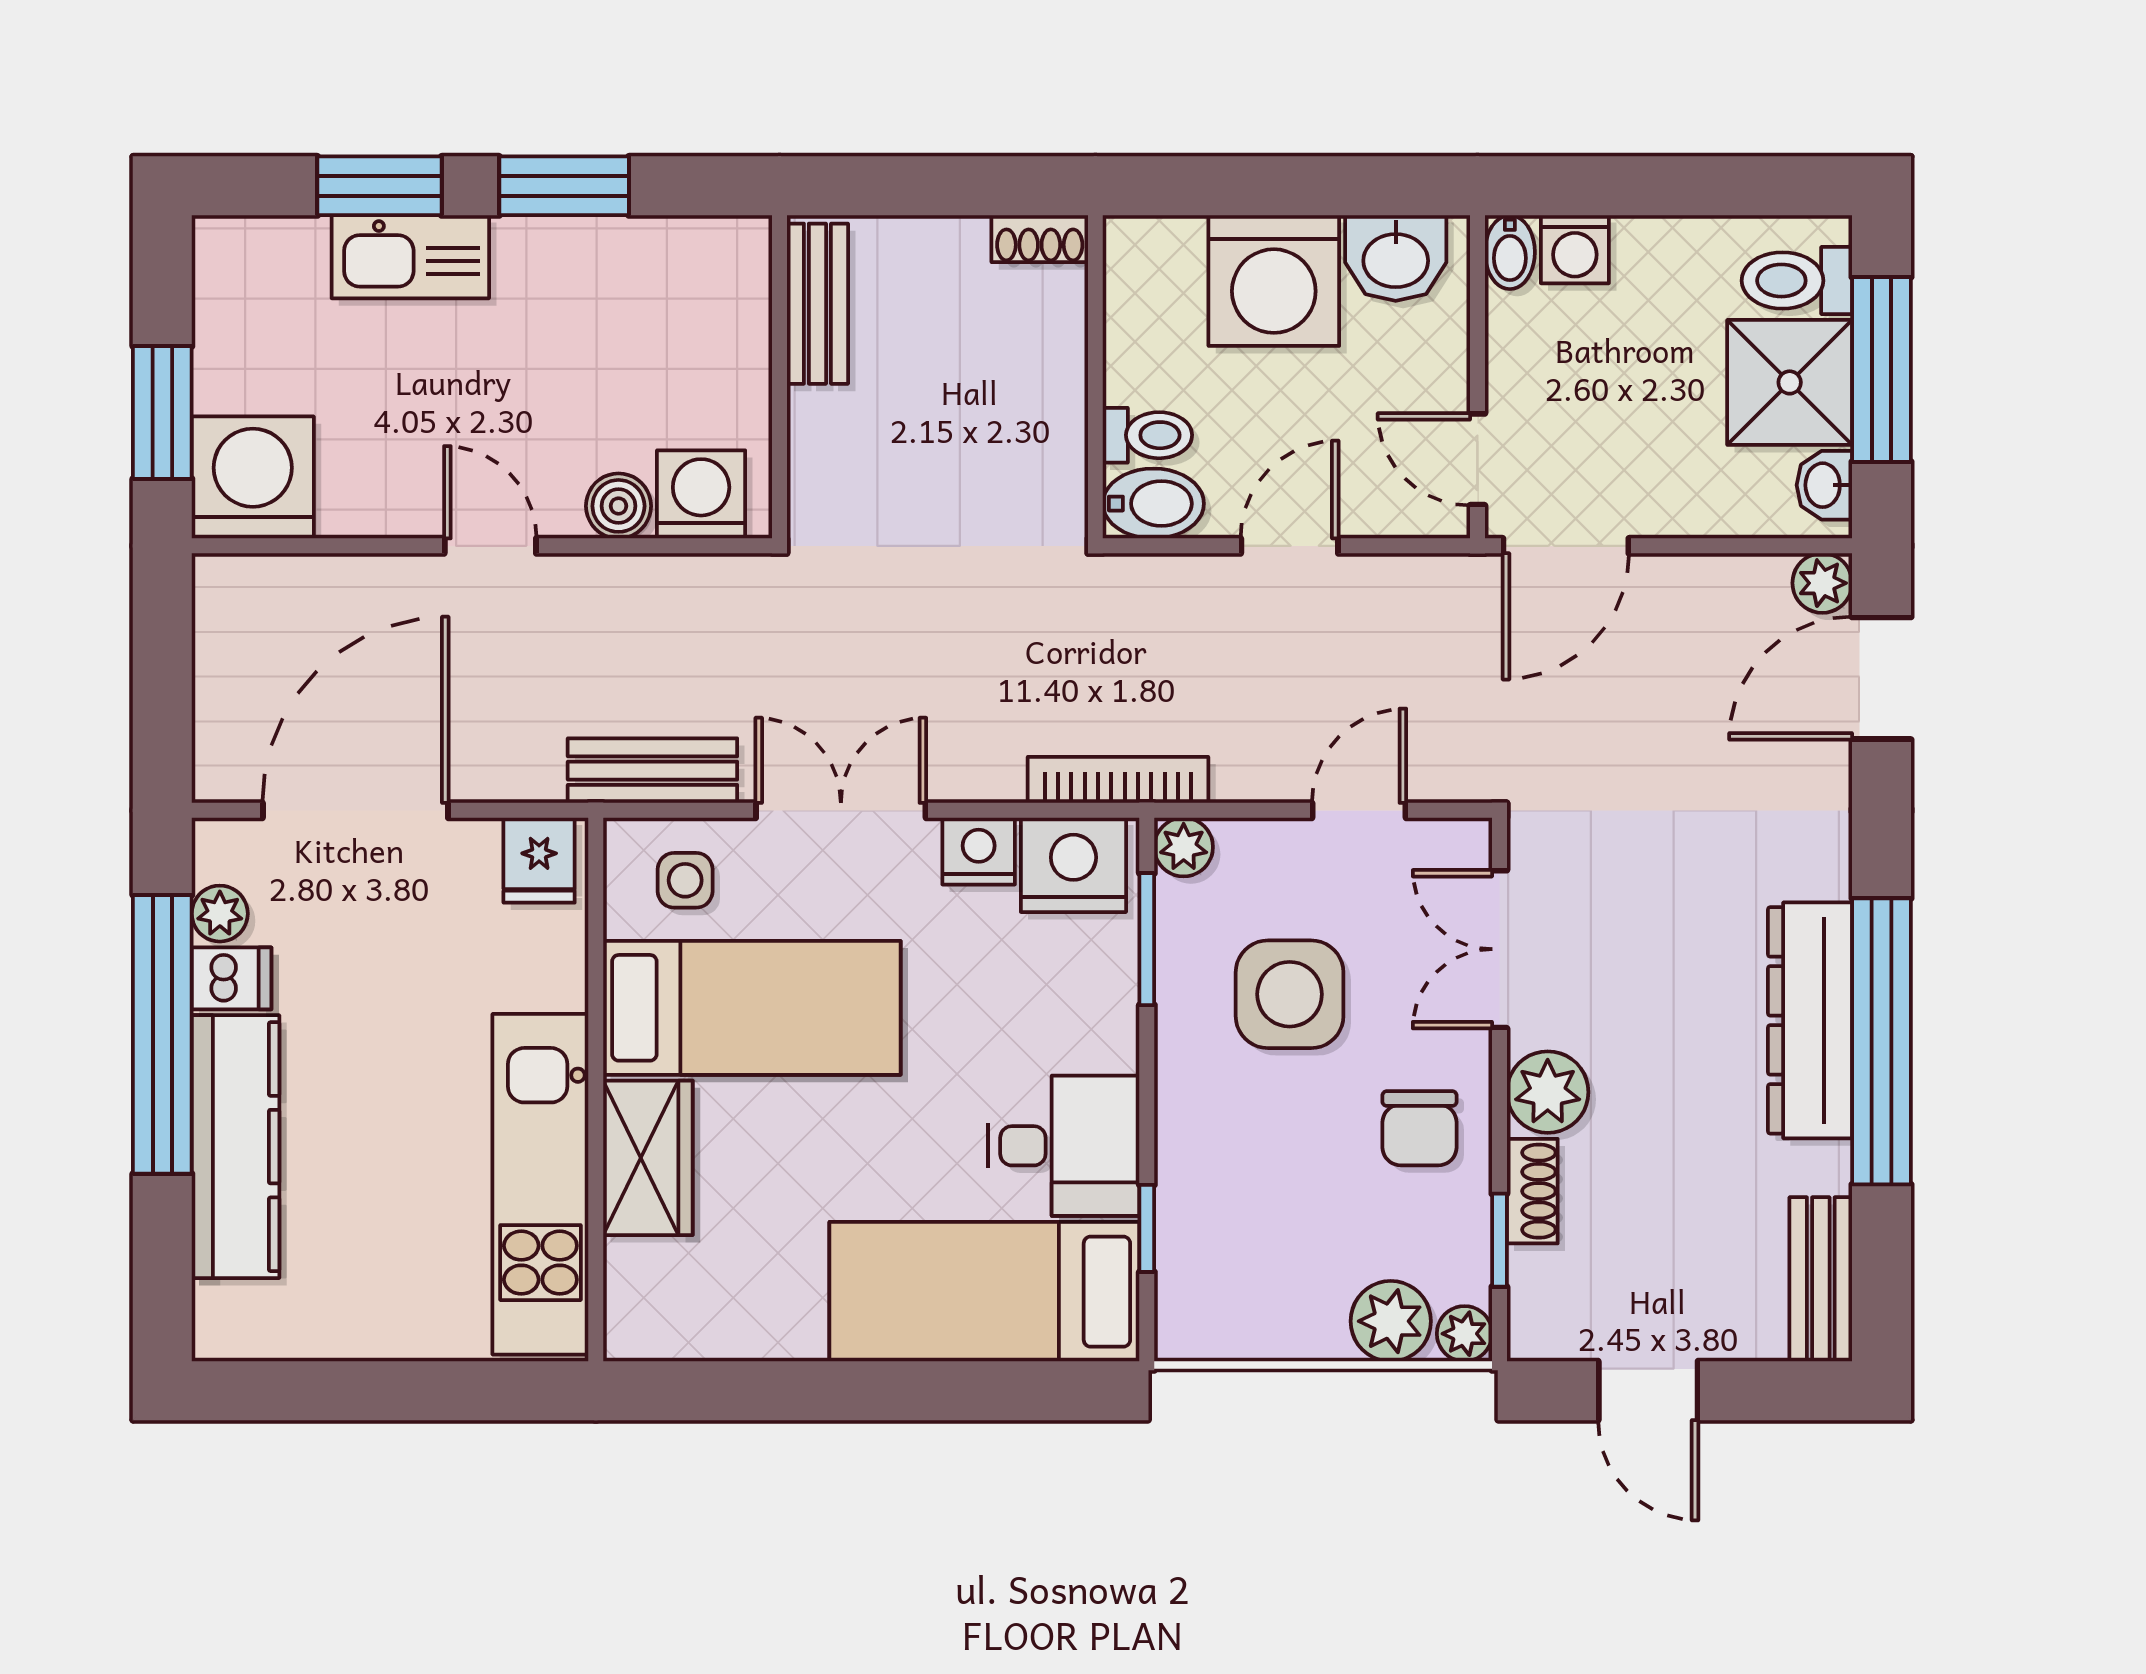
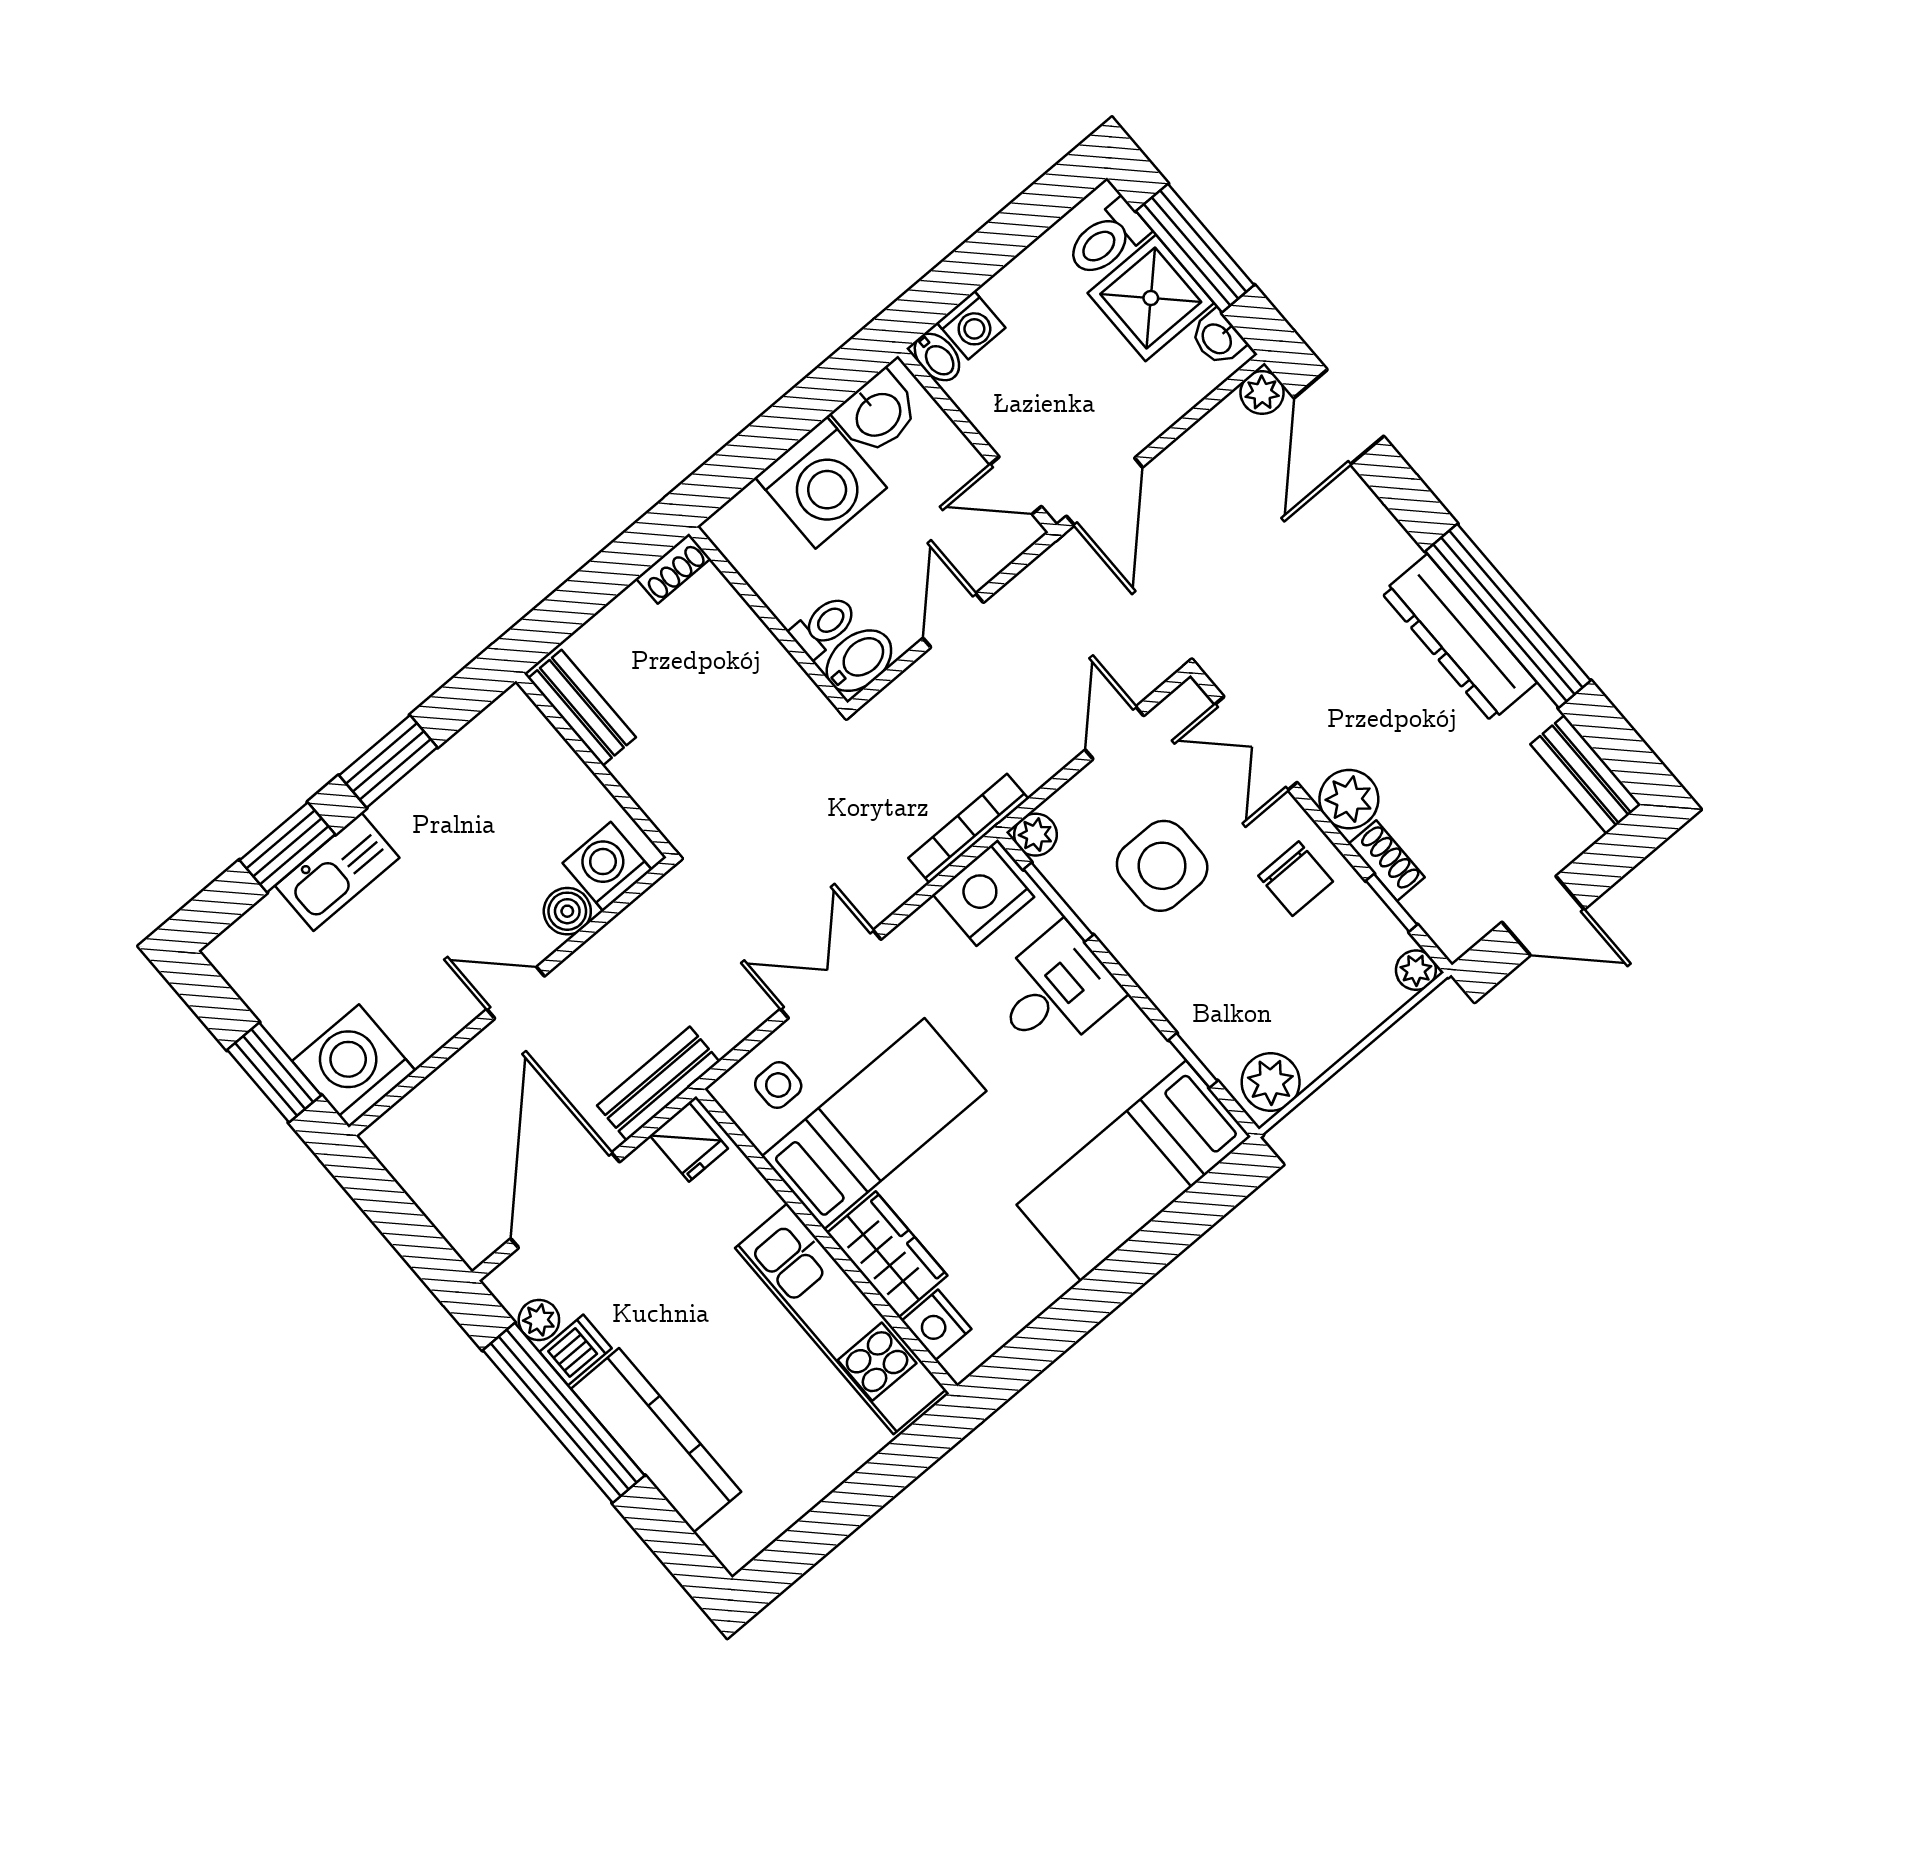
bench: (652, 771) -> (658, 1084), moved
nightstand: (979, 851) -> (936, 1325), moved, turned -90
desk: (1064, 1146) -> (1055, 991), moved
plant: (1391, 1321) -> (1271, 1082), moved

